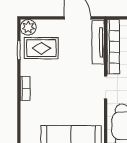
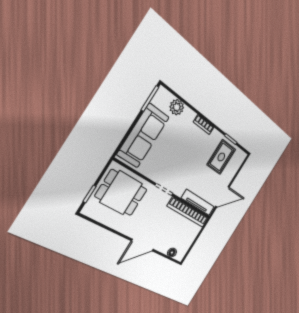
plant: (28, 27) -> (177, 107), moved

